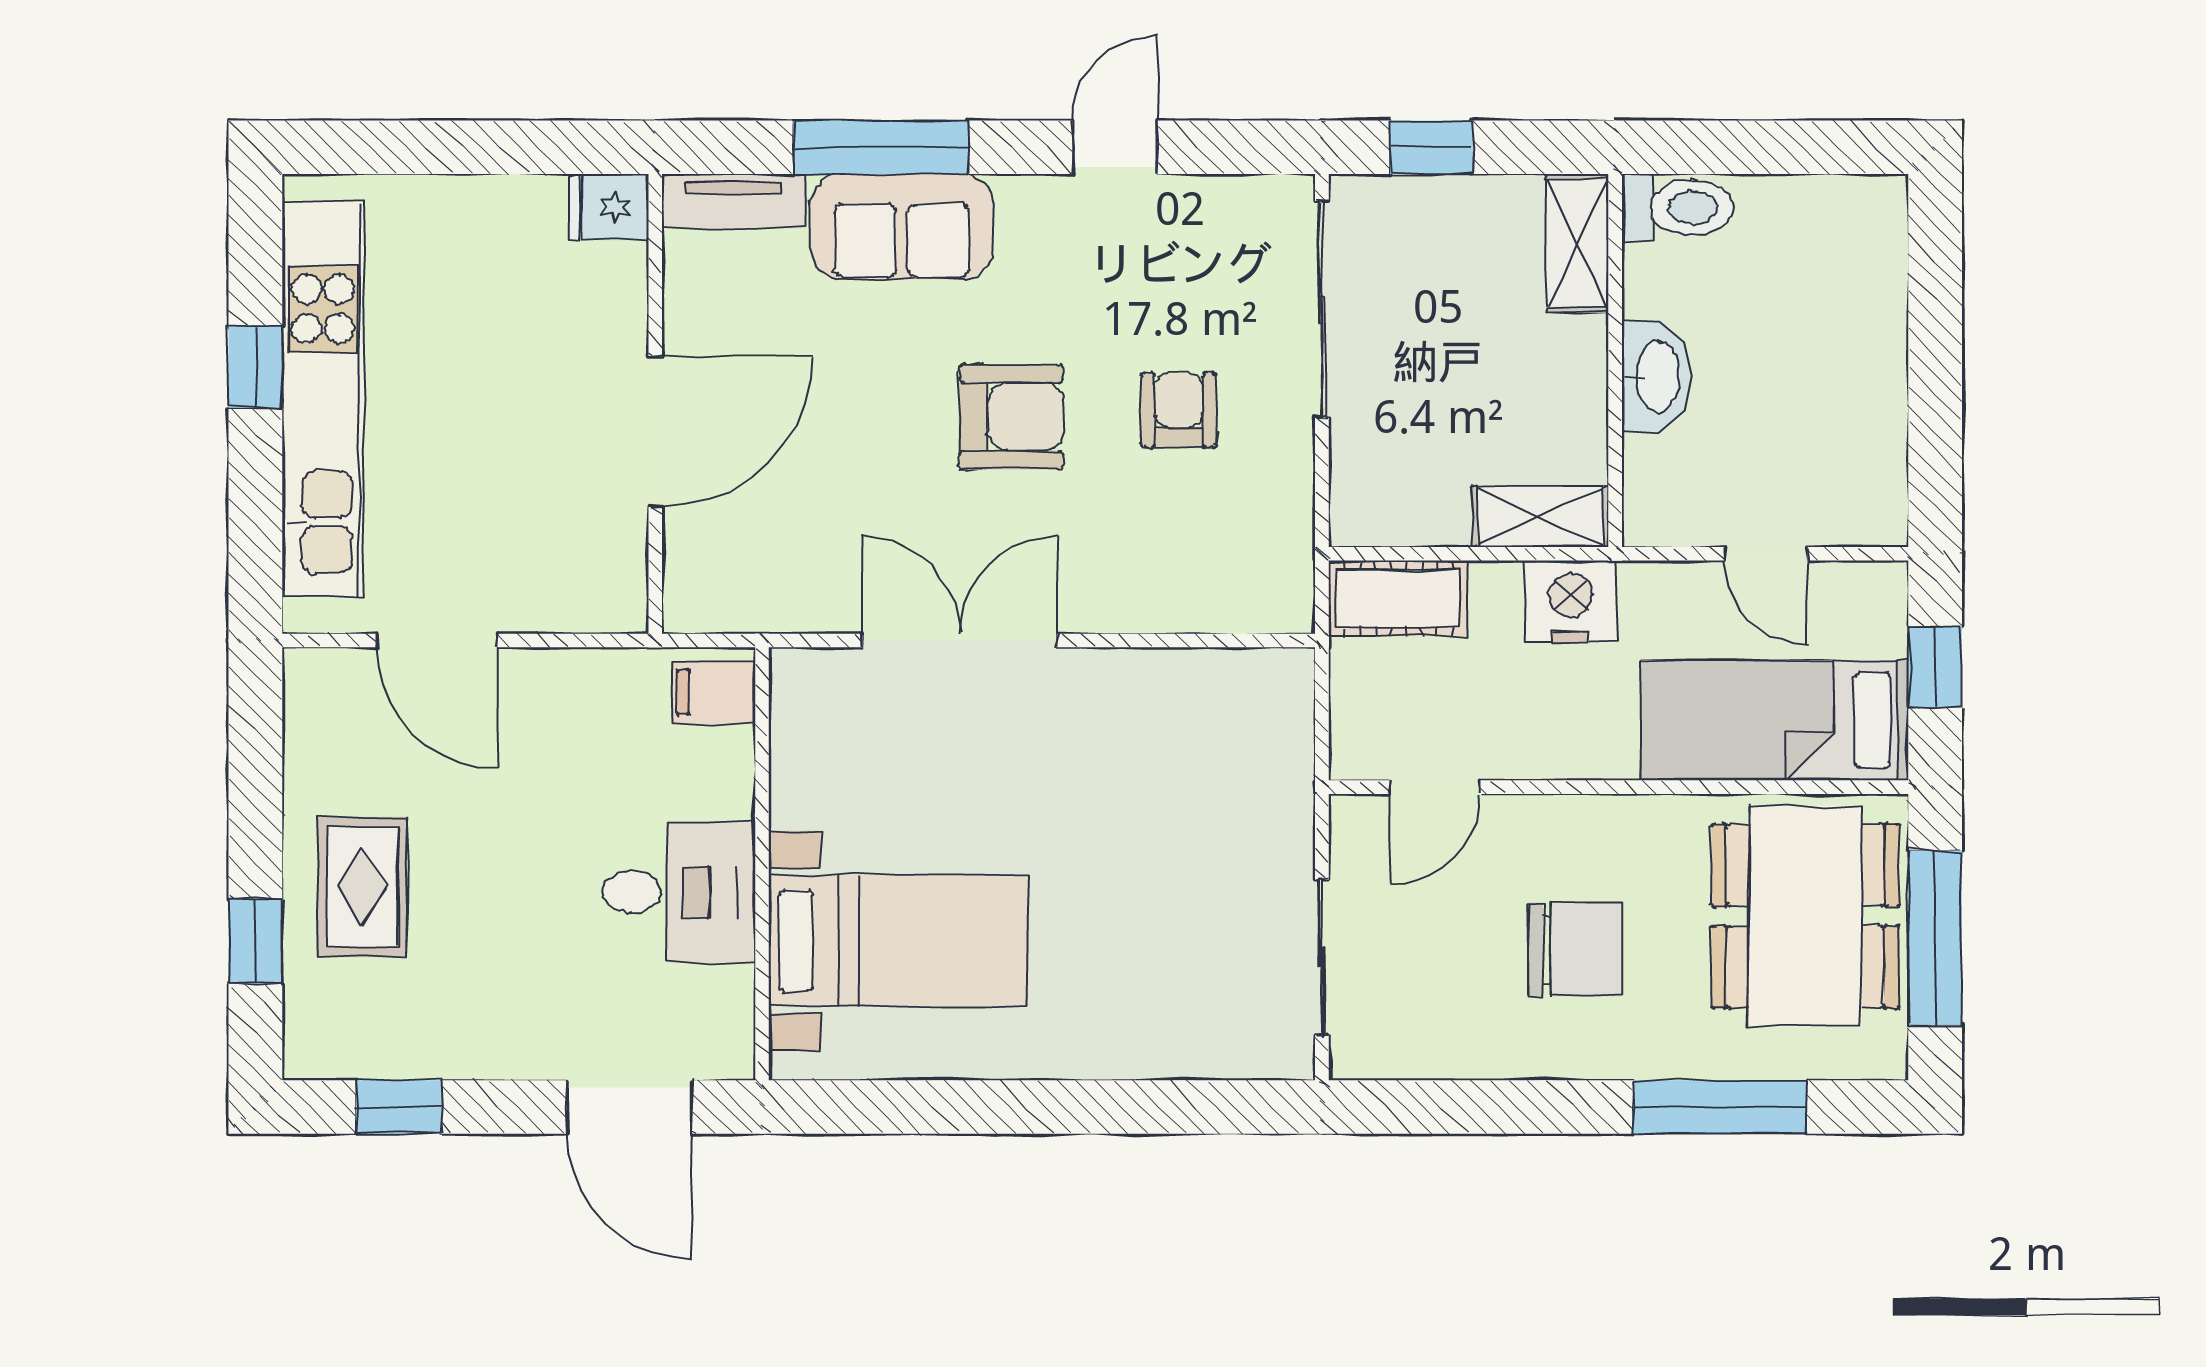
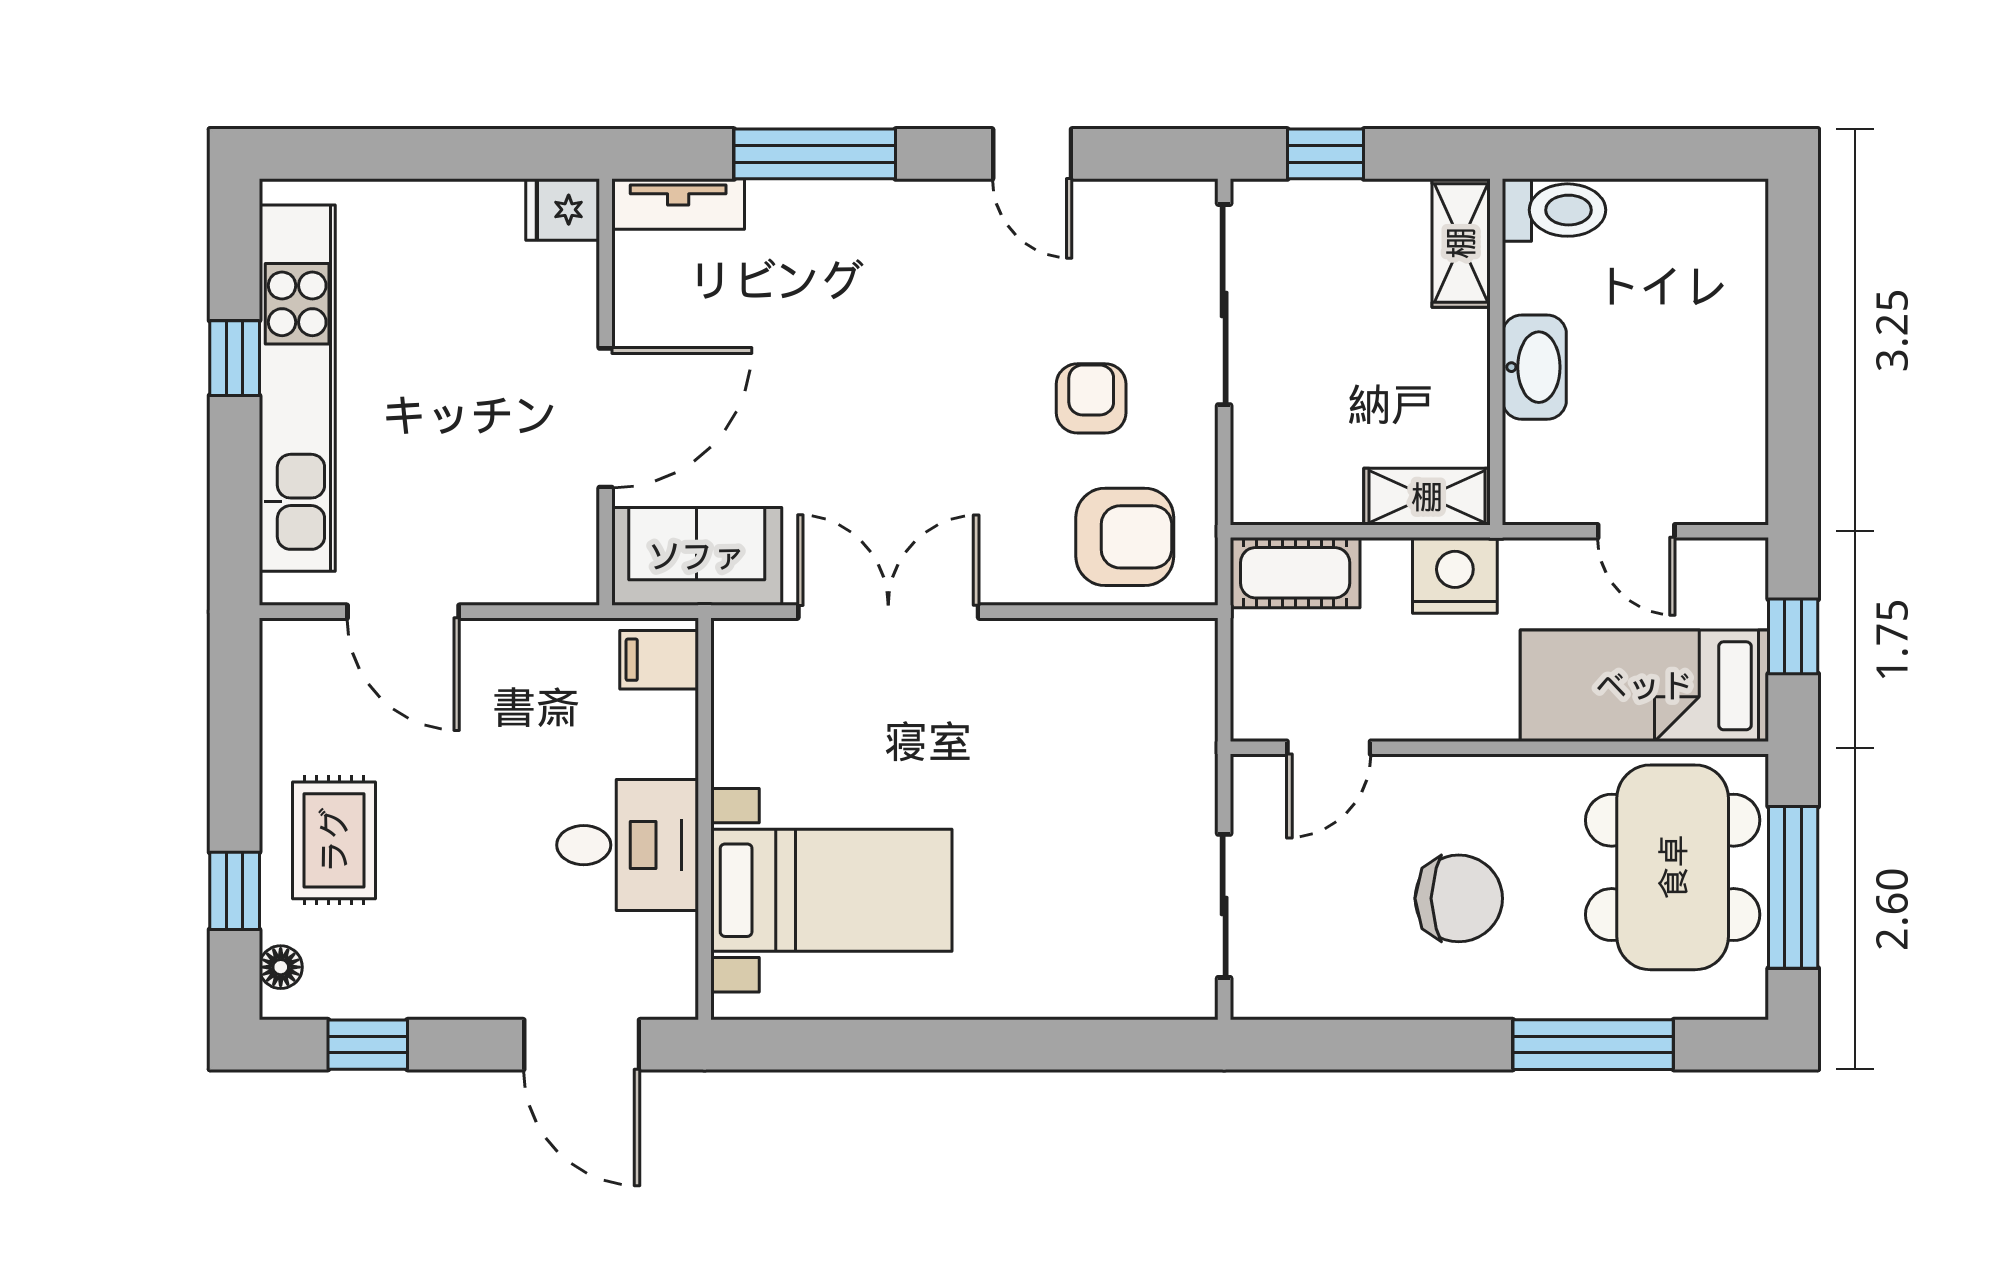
door: (1115, 147) -> (1032, 154), swing flipped
sofa: (902, 227) -> (697, 556), moved, turned 180
armchair: (1011, 417) -> (1125, 537), moved
floor lamp: (305, 1024) -> (281, 967), added

